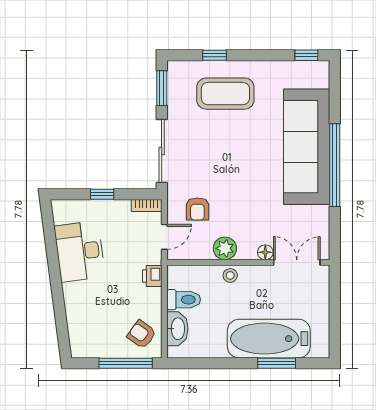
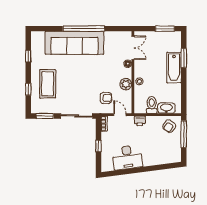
window: (306, 55) -> (28, 56), moved
double door: (297, 262) -> (133, 48), swing flipped
window: (335, 326) -> (165, 29), added
bathtub: (269, 339) -> (174, 68), width x0.73, depth x0.73

